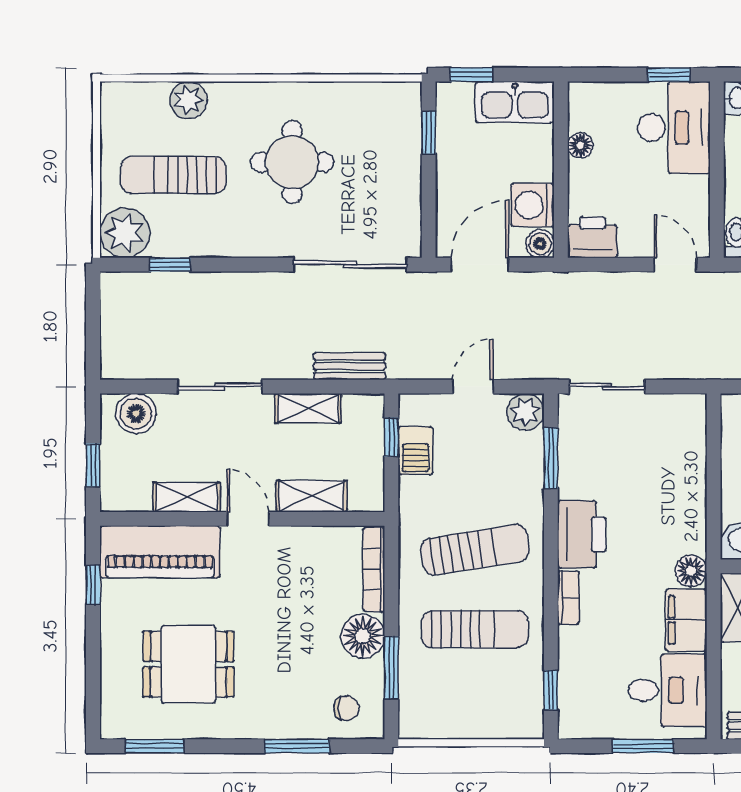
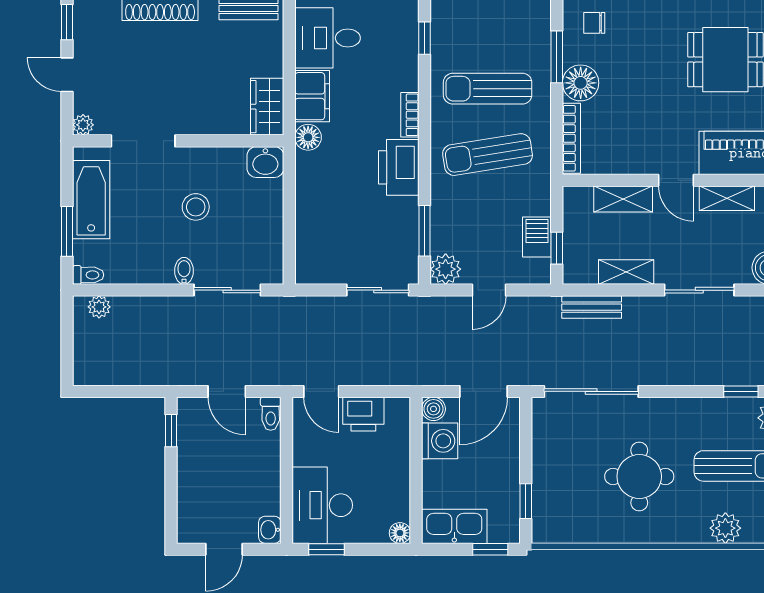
floor lamp: (580, 145) -> (400, 533), moved
printer: (592, 237) -> (363, 414), moved

